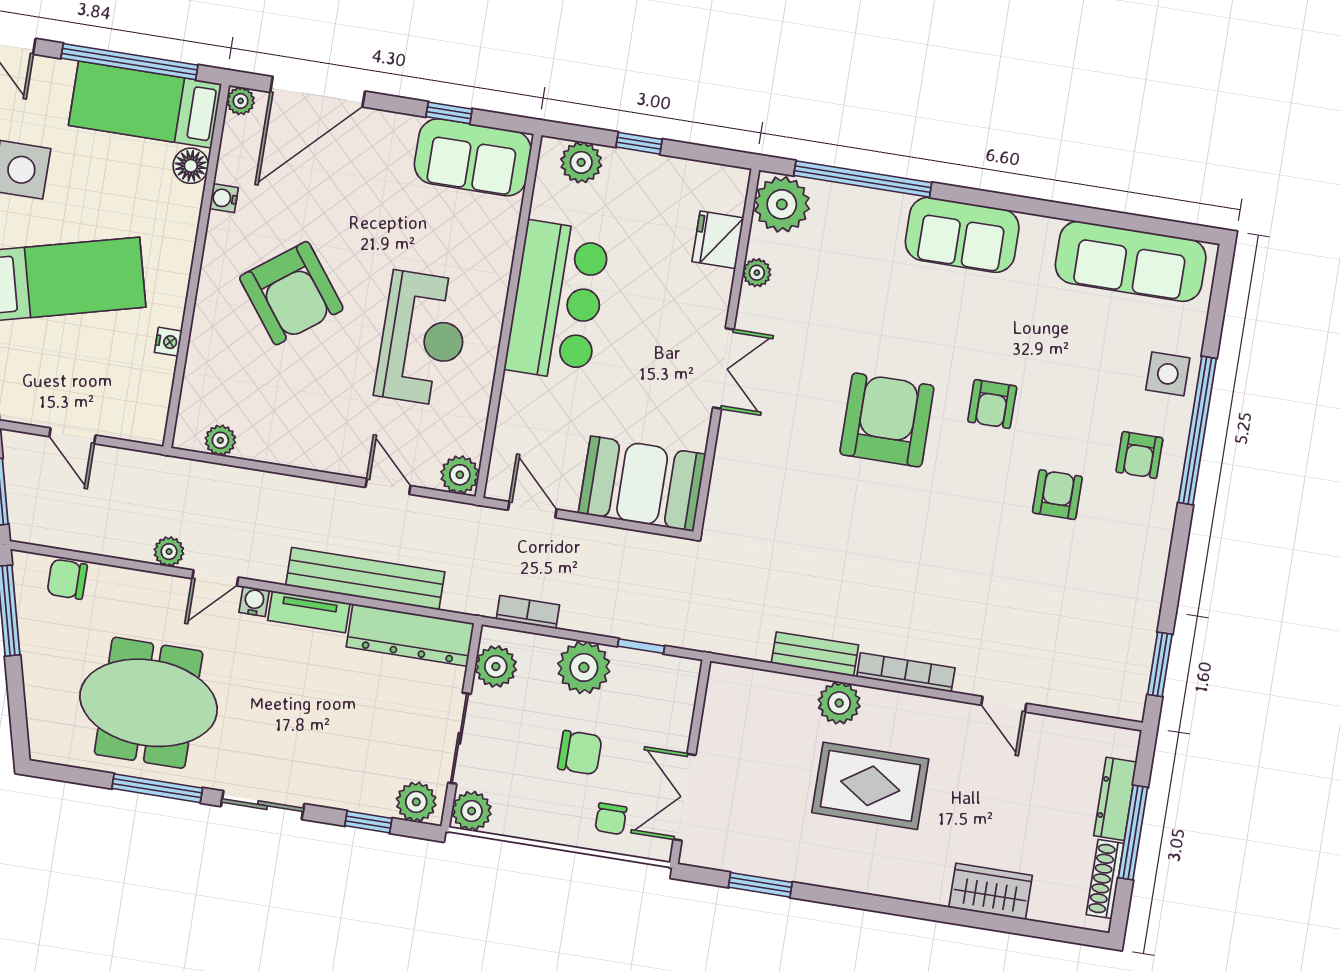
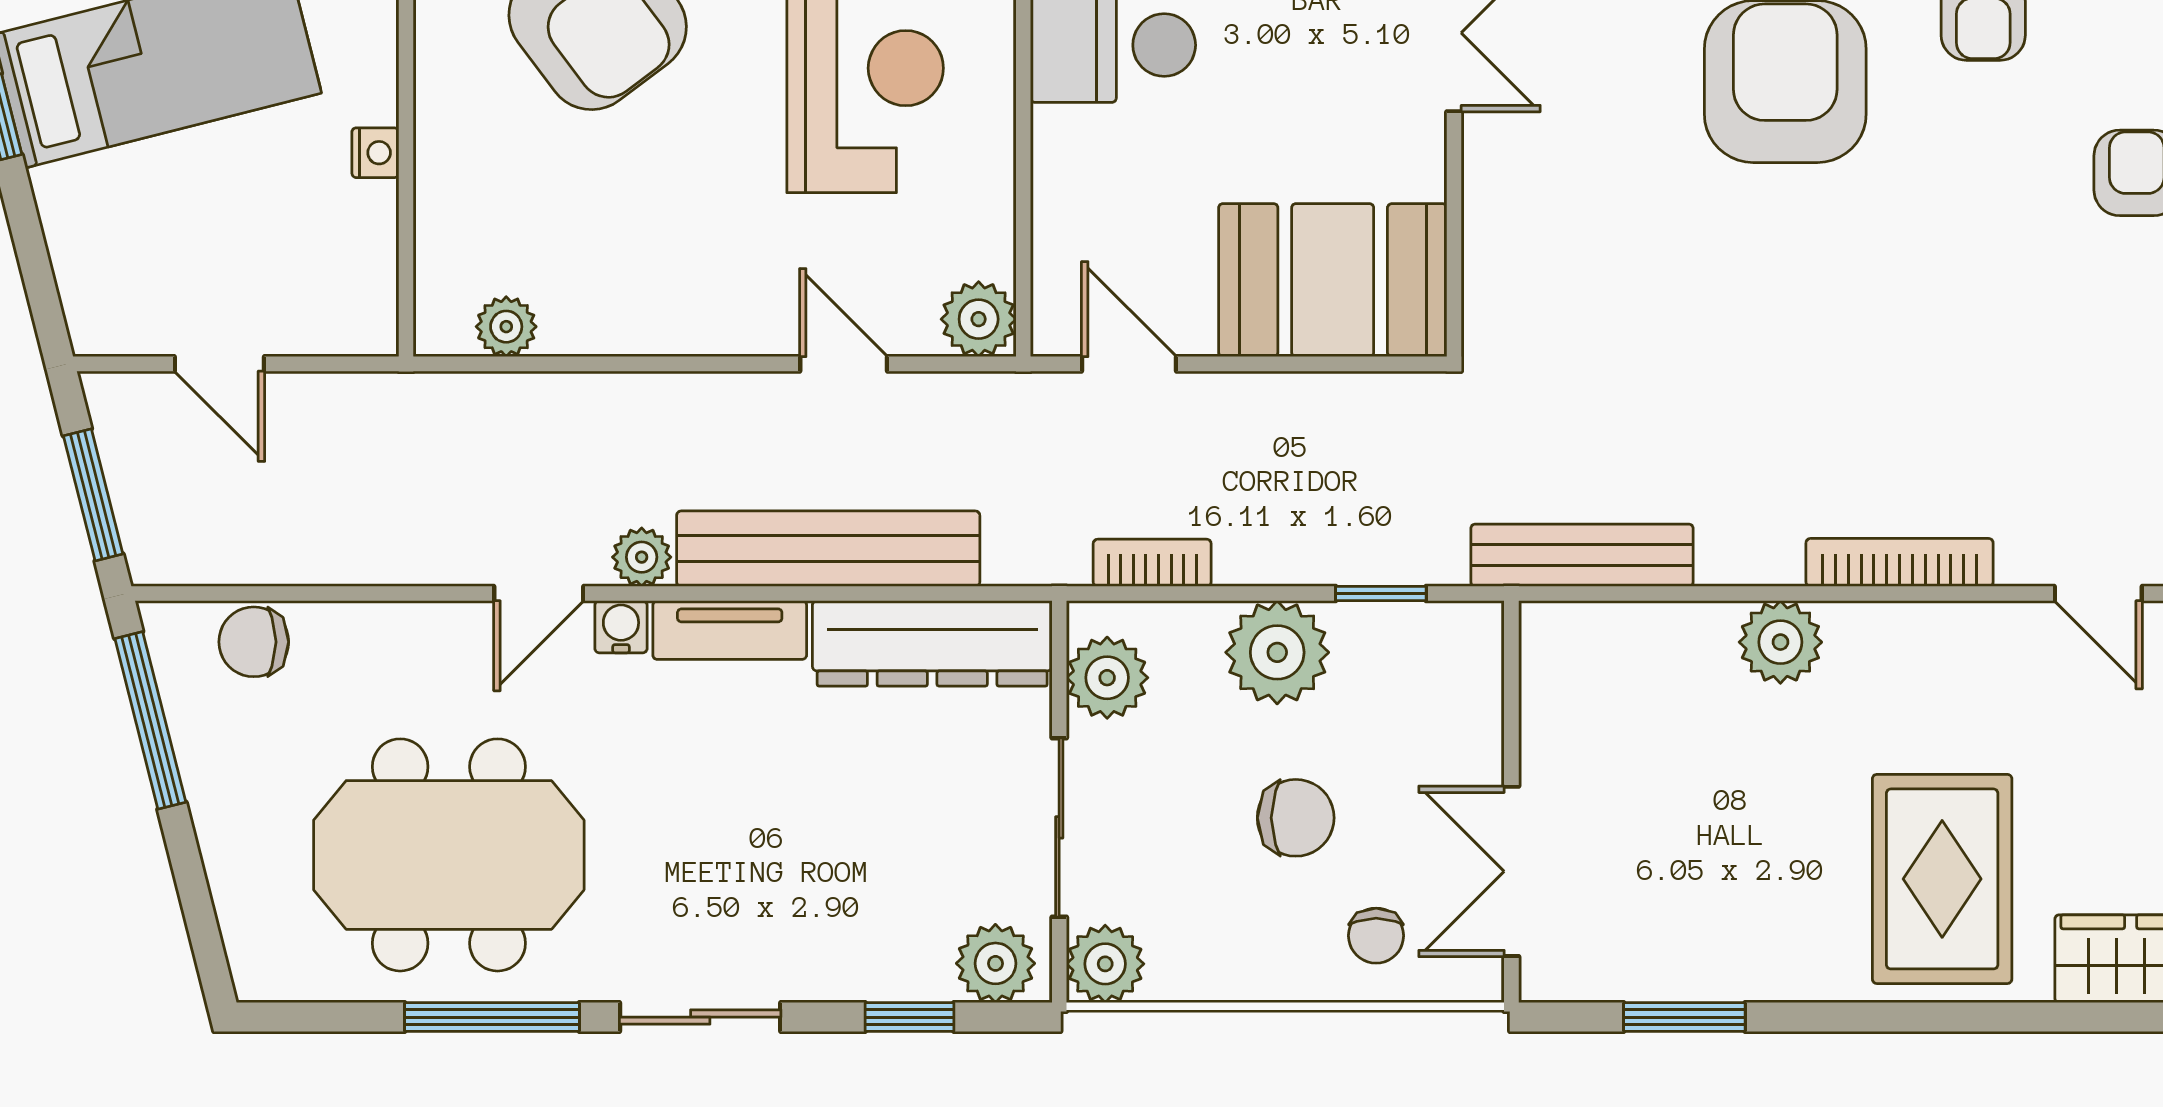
plant: (169, 552) -> (642, 557), moved
bench: (815, 654) -> (1582, 555), moved, width x1.36
rug: (870, 786) -> (1942, 879), moved, turned 90

